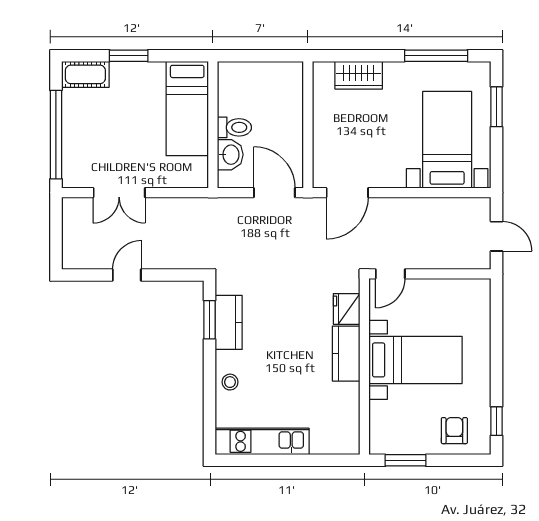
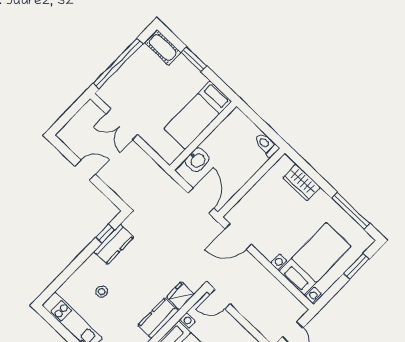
toilet: (234, 127) -> (266, 145), moved, turned 180
window: (210, 320) -> (105, 234), width x0.67
stool: (230, 382) -> (102, 292), moved

